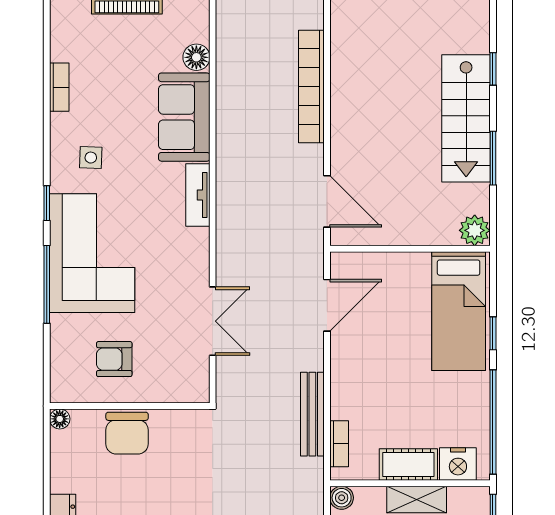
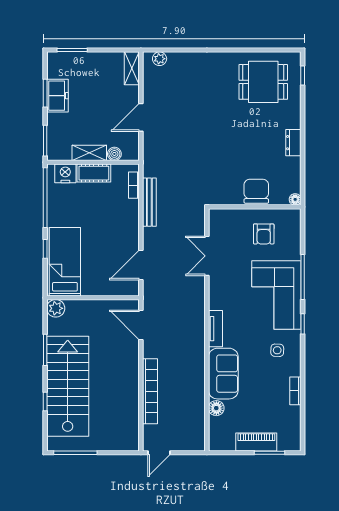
stairs: (466, 118) -> (68, 386), width x1.36, depth x1.51
armchair: (114, 359) -> (264, 234), turned 90
boiler: (342, 498) -> (114, 154), moved

